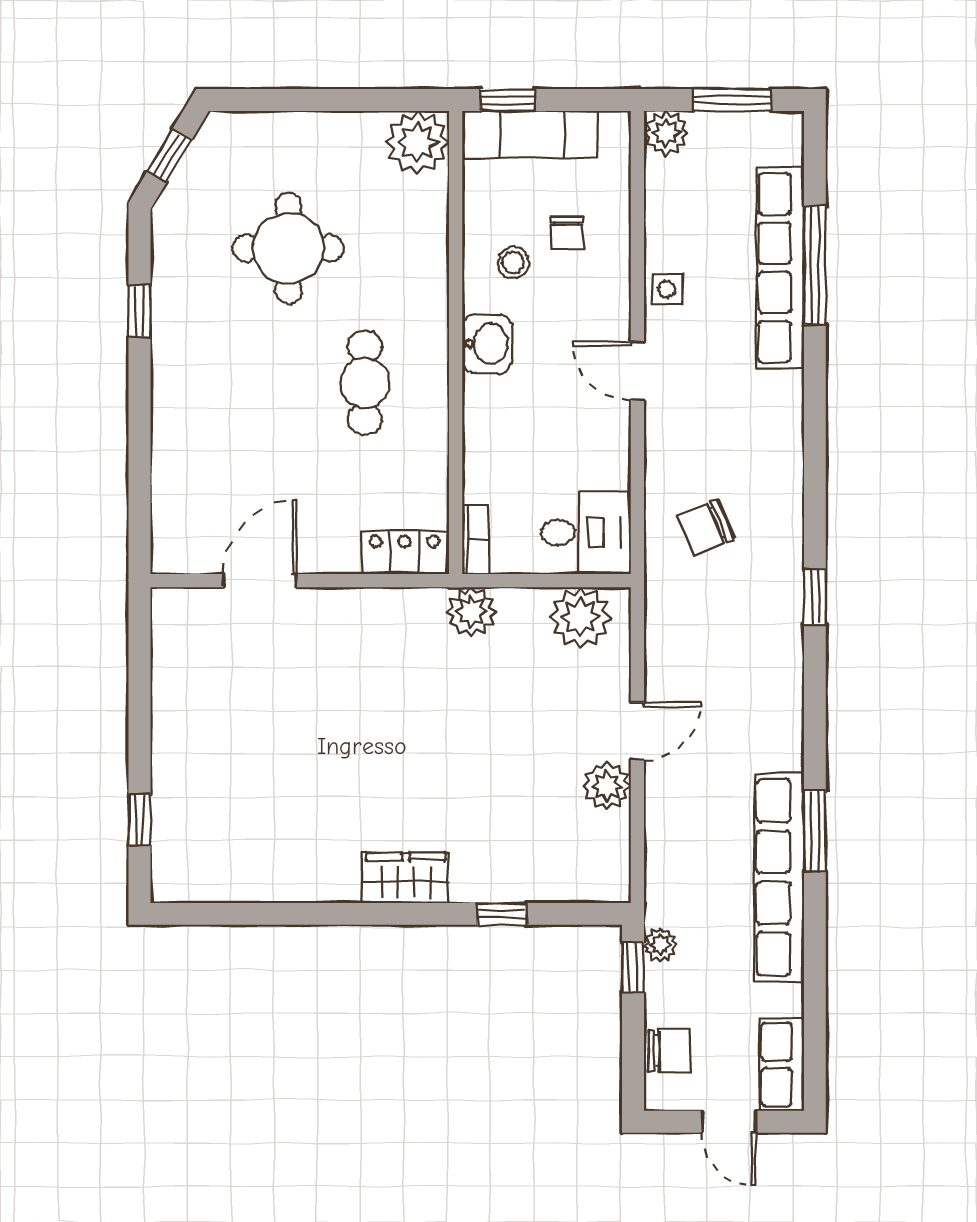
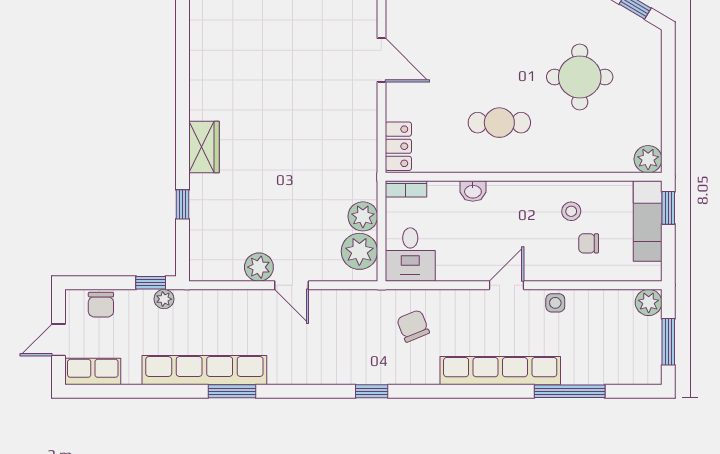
plant: (418, 142) -> (648, 159), width x0.73, depth x0.73
row of seats: (780, 268) -> (500, 371), moved
washbasin: (487, 344) -> (473, 191), moved, width x0.72, depth x0.69
plant: (471, 612) -> (363, 216), moved

